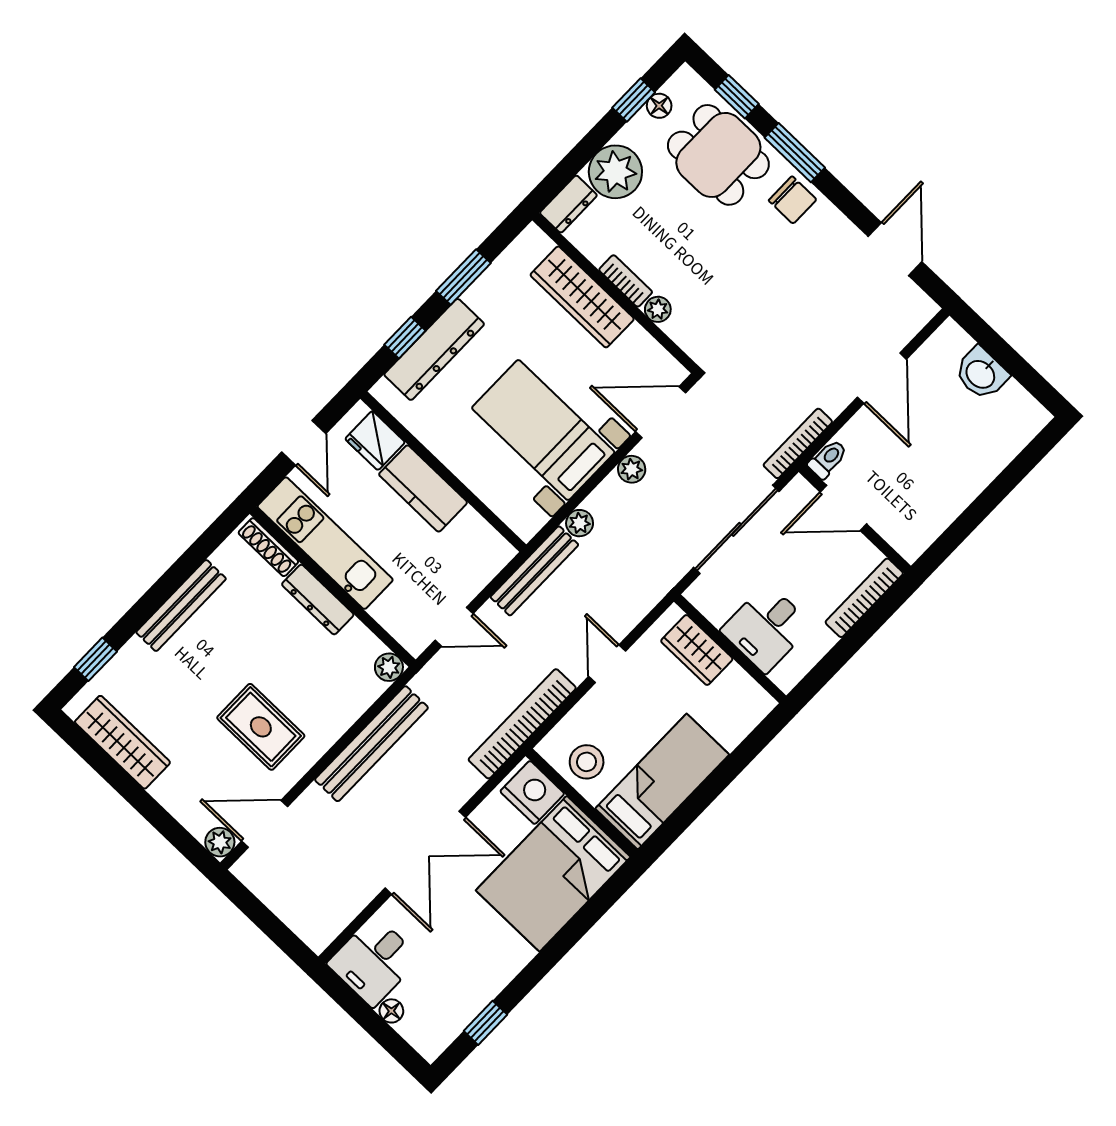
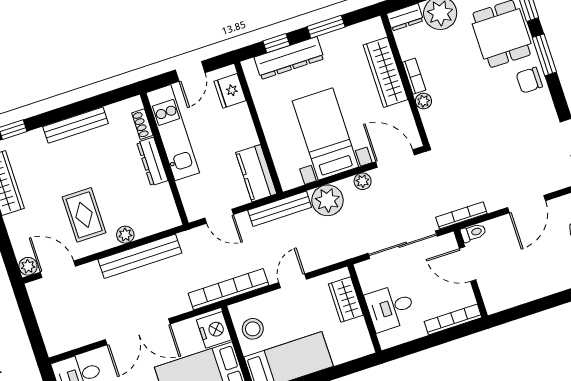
chair: (793, 200) -> (529, 80), turned 90
kitchen counter: (423, 488) -> (256, 173), moved
plant: (580, 523) -> (327, 200), width x1.87, depth x1.87
shoe rack: (268, 547) -> (142, 124), width x0.70
plant: (389, 667) -> (125, 235), moved

